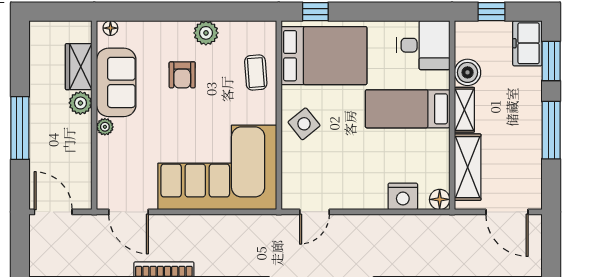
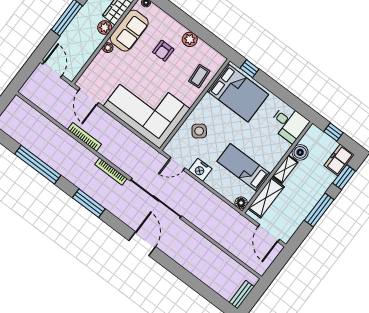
bed: (408, 109) -> (244, 168), moved
side table: (304, 124) -> (199, 131), moved
nightstand: (403, 196) -> (200, 170), moved

